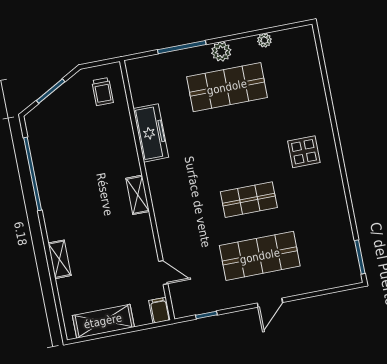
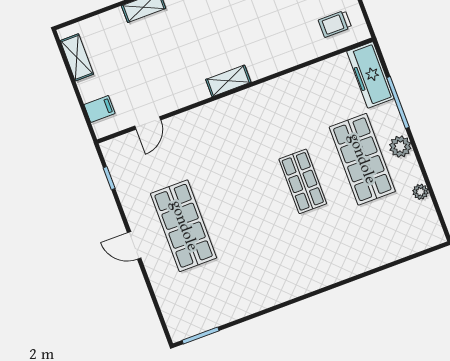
freezer: (151, 133) -> (370, 75), moved, turned 90
display table: (304, 152) -> (306, 255), removed
shop shelf: (249, 200) -> (303, 181), moved
filing cabinet: (160, 310) -> (100, 109), moved
shelving: (103, 321) -> (77, 57), width x0.67, depth x0.75

